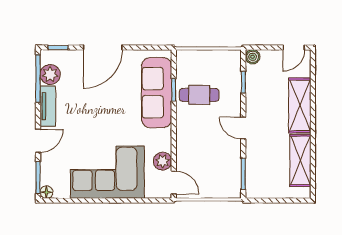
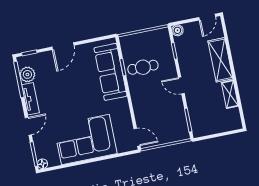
door: (103, 47) -> (63, 46), width x0.73
shelving: (300, 160) -> (230, 94), width x0.67, depth x0.75
plant: (163, 161) -> (125, 123), removed

